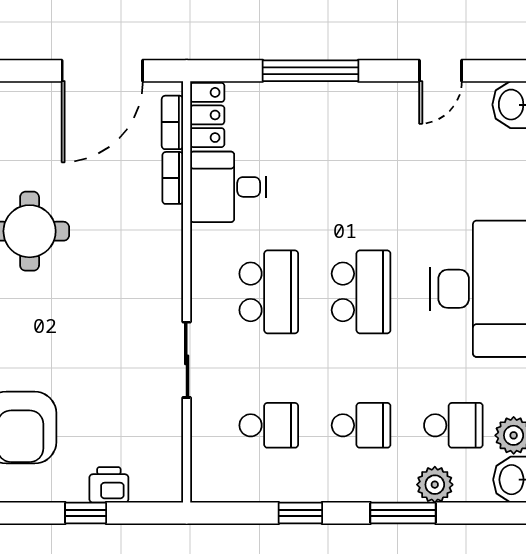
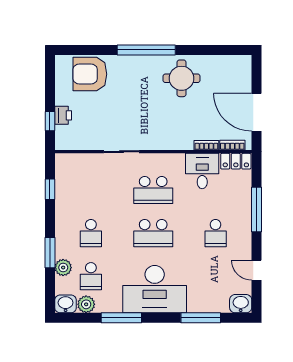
school desk: (269, 425) -> (216, 233), moved
window: (86, 513) -> (50, 121), moved
window: (300, 513) -> (50, 189), moved

